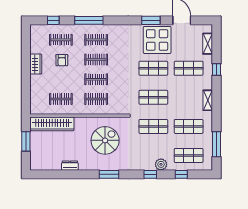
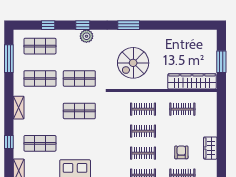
shop shelf: (153, 68) -> (79, 143), removed
plant: (161, 164) -> (86, 36), moved
dresser: (70, 166) -> (172, 35), removed

